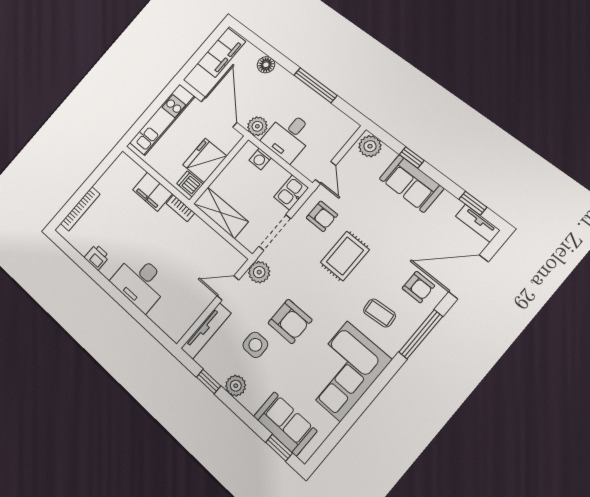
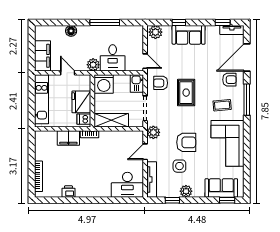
filing cabinet: (221, 52) -> (42, 56), moved
door: (219, 112) -> (68, 73), width x0.53
washing machine: (260, 159) -> (104, 84), width x1.89, depth x1.89
armchair: (322, 216) -> (161, 83), turned 180
desk: (140, 282) -> (127, 185), moved

